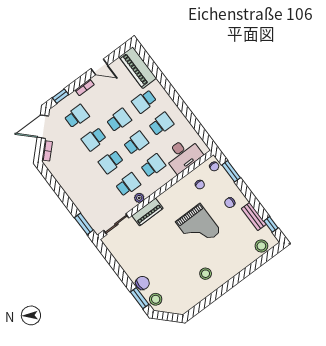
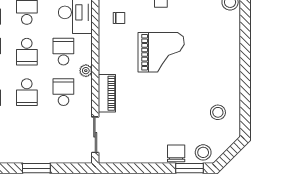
school desk: (136, 143) -> (27, 52), turned 180
plant: (139, 198) -> (86, 71), moved
window: (84, 224) -> (36, 168), moved
stool: (206, 274) -> (218, 112), moved

